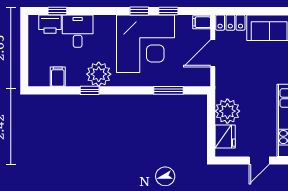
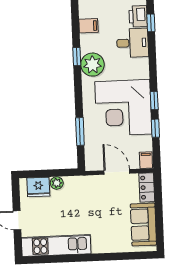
plant: (227, 111) -> (57, 183), width x0.53, depth x0.53

